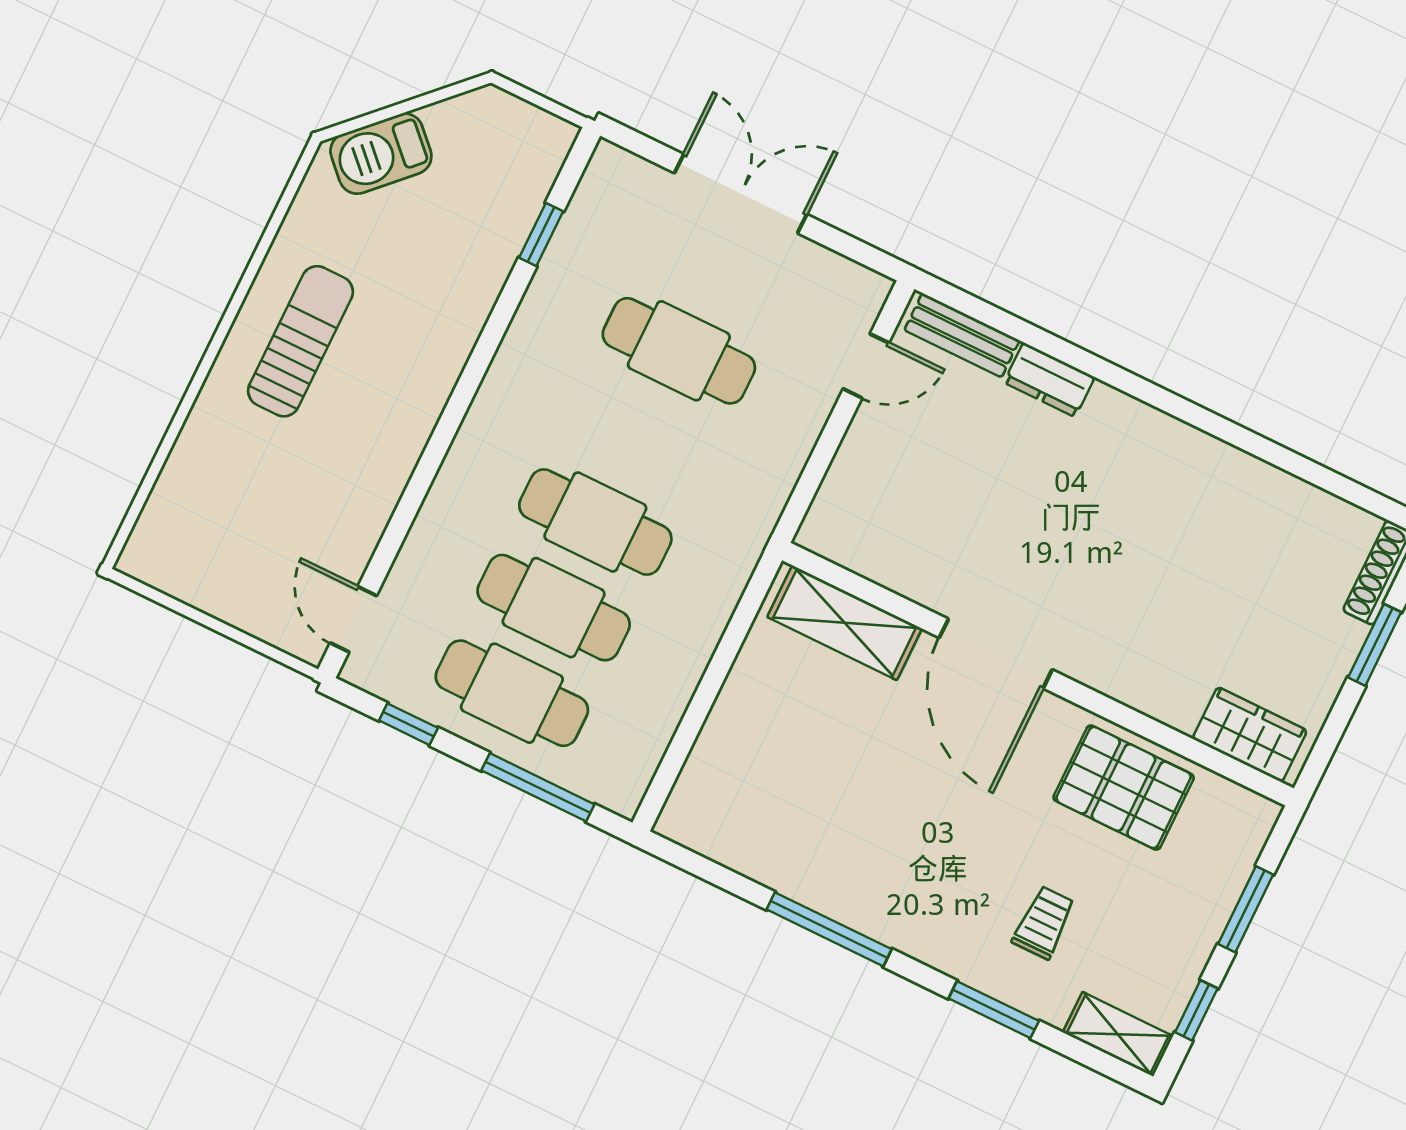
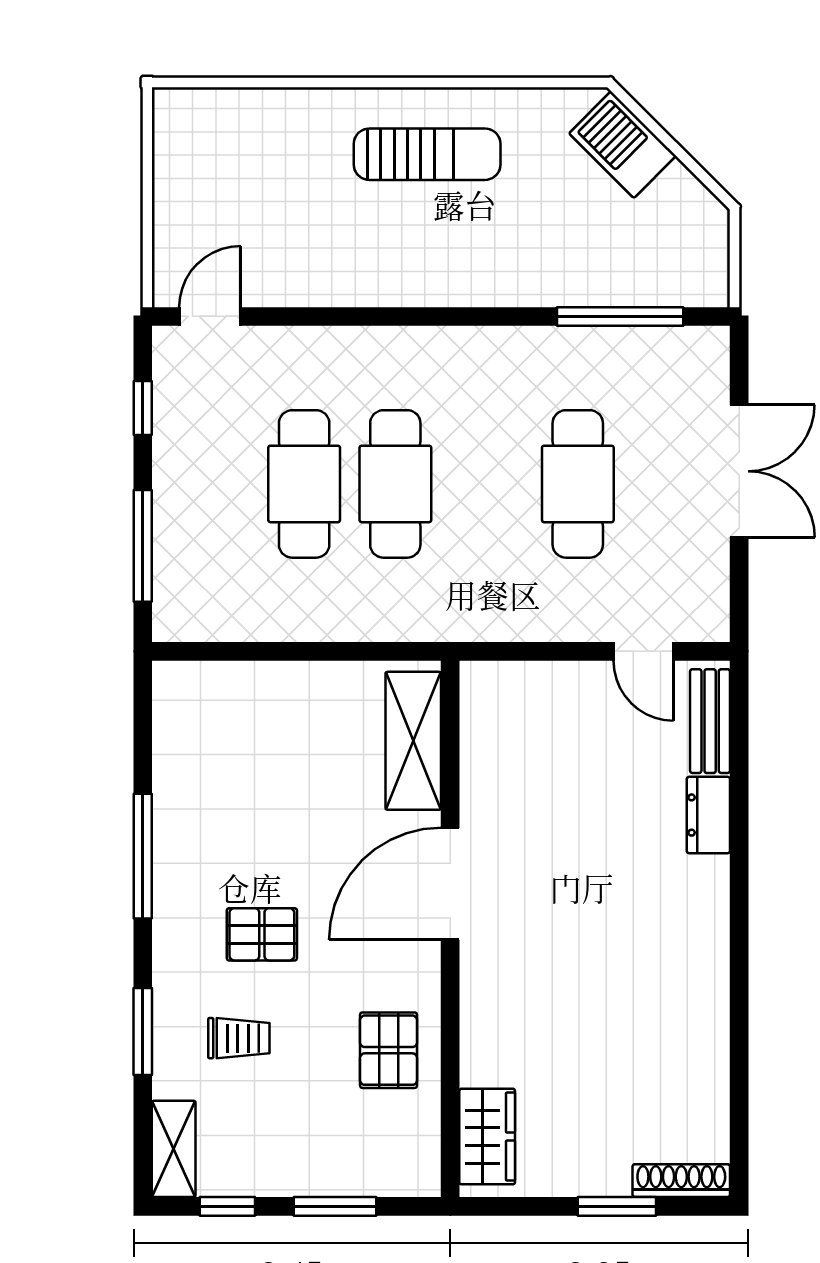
window: (541, 235) -> (620, 316), width x2.17
cafe table: (512, 693) -> (213, 484), removed
pallet: (1124, 788) -> (389, 1050), width x0.67, depth x0.71
pallet: (957, 853) -> (262, 934), added

